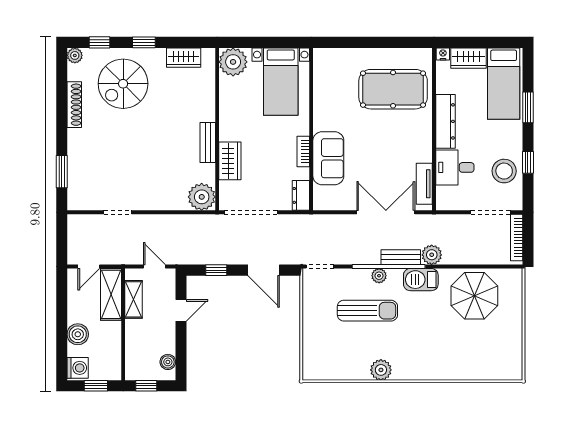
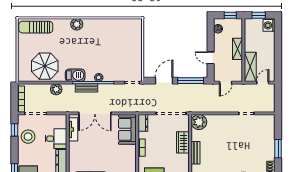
sofa: (328, 158) -> (127, 129), moved
window: (528, 162) -> (15, 130), moved
window: (62, 172) -> (278, 149), moved
plant: (432, 255) -> (56, 89), moved
door: (154, 267) -> (226, 83), hinge flipped
window: (216, 270) -> (191, 81), width x2.17
door: (264, 270) -> (164, 81), hinge flipped
shelving: (134, 299) -> (237, 49), moved
door: (181, 310) -> (211, 58), hinge flipped
sun lounger: (367, 311) -> (36, 27), moved
boiler: (78, 334) -> (269, 44), removed
plant: (381, 370) -> (77, 24), moved

